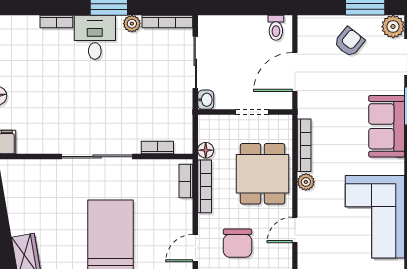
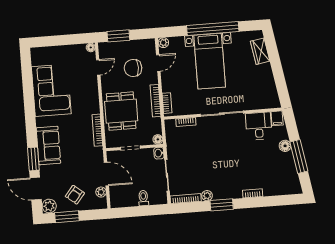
toilet: (276, 28) -> (143, 198), moved
desk: (95, 37) -> (259, 126), moved, turned 180
door: (295, 72) -> (106, 174), hinge flipped
floor lamp: (206, 150) -> (158, 139), moved
plant: (306, 182) -> (101, 192), moved
door: (295, 230) -> (98, 67), moved
chair: (237, 243) -> (133, 68), turned -90

